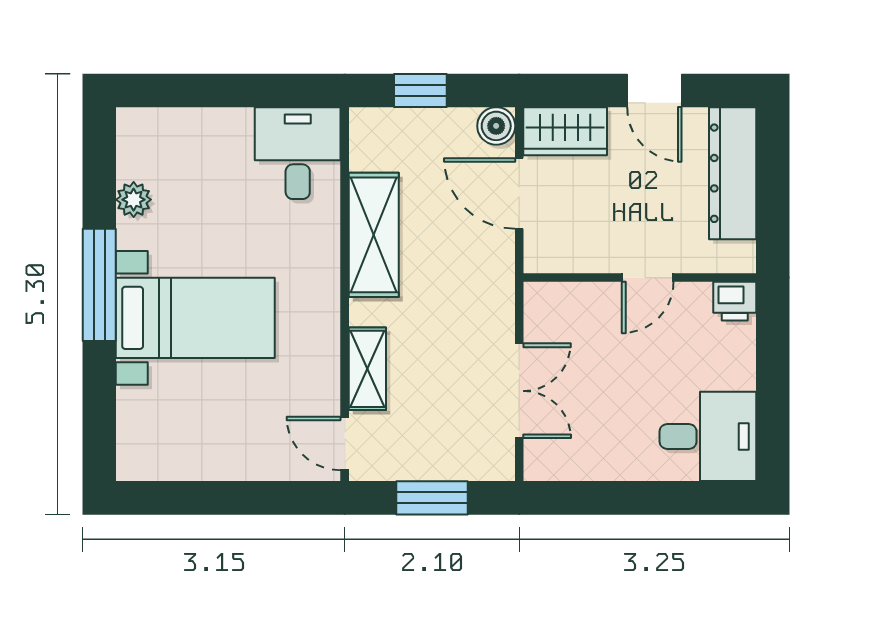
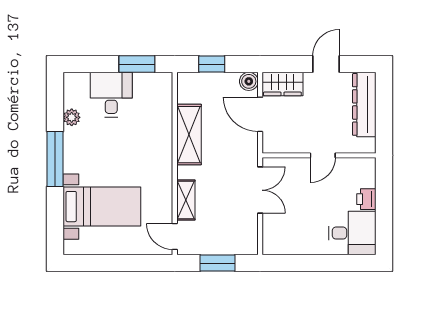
window: (267, 90) -> (137, 64), added
door: (654, 90) -> (326, 64), swing flipped
desk: (298, 153) -> (111, 95), moved
printer: (735, 301) -> (366, 199), moved, turned 90
bed with nightstands: (195, 318) -> (102, 207), moved
double door: (519, 391) -> (260, 190), moved

